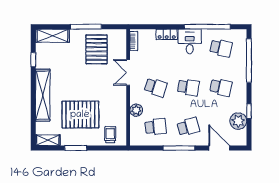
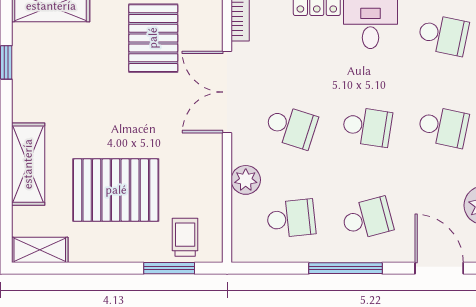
double door: (128, 72) -> (227, 92), width x1.37
shelving: (43, 95) -> (28, 164), width x0.68
window: (76, 148) -> (169, 268), moved

